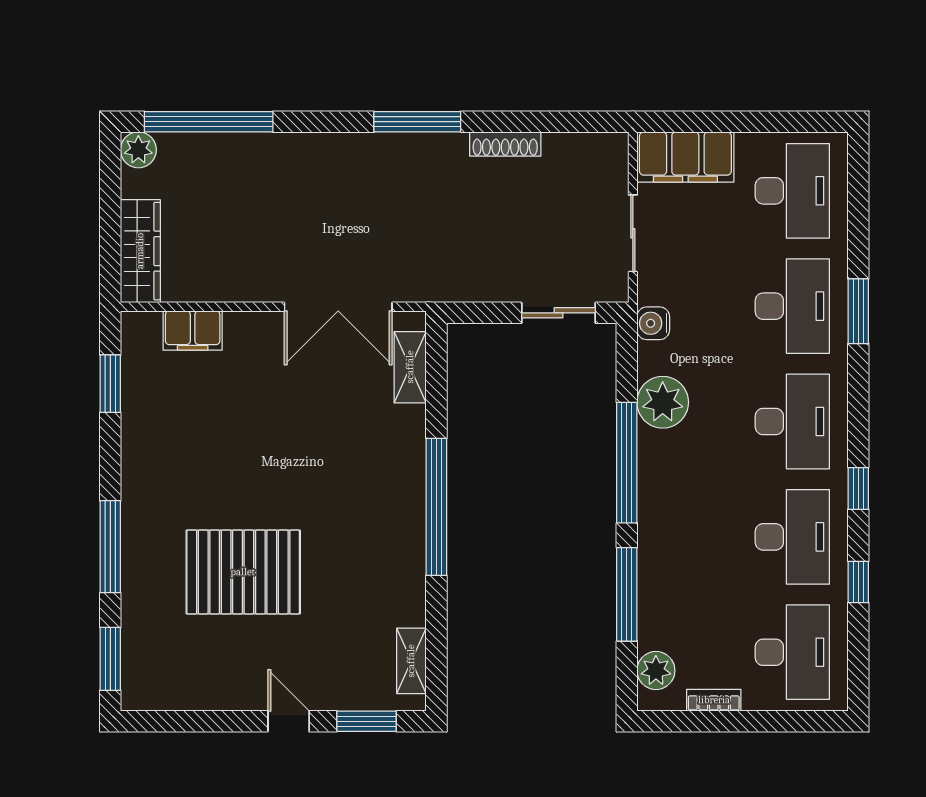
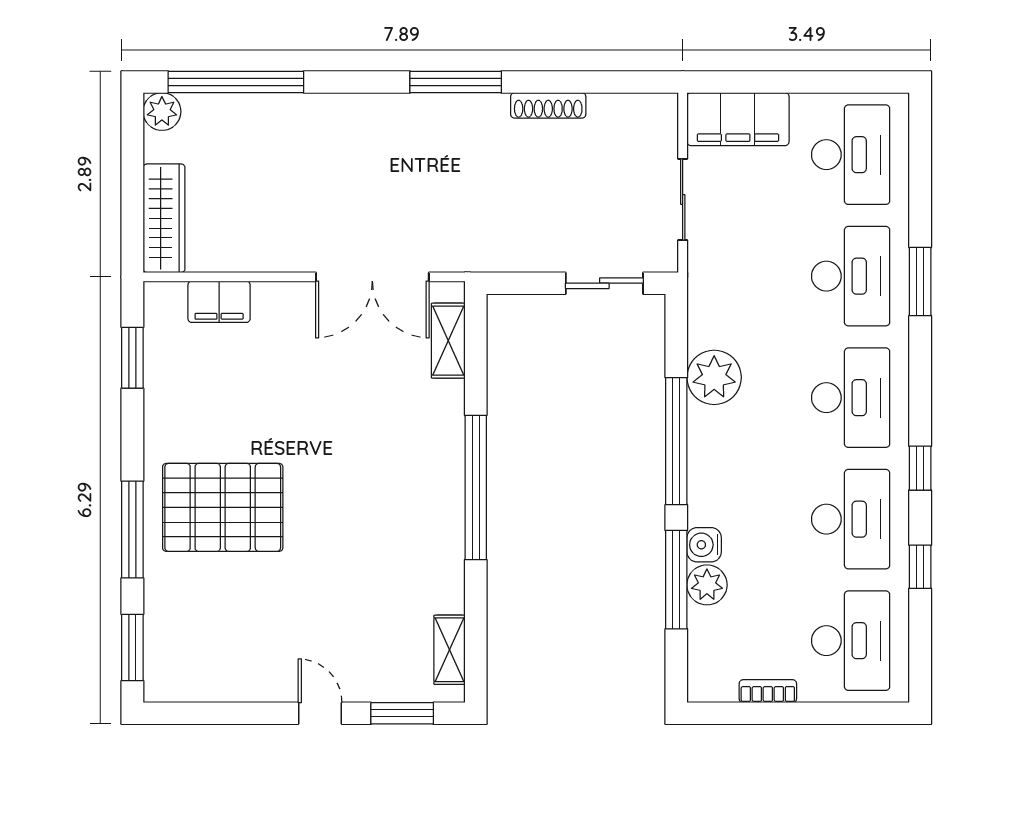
water cooler: (653, 323) -> (704, 545), moved
pallet: (243, 572) -> (223, 507), moved
plant: (656, 671) -> (707, 585), moved

